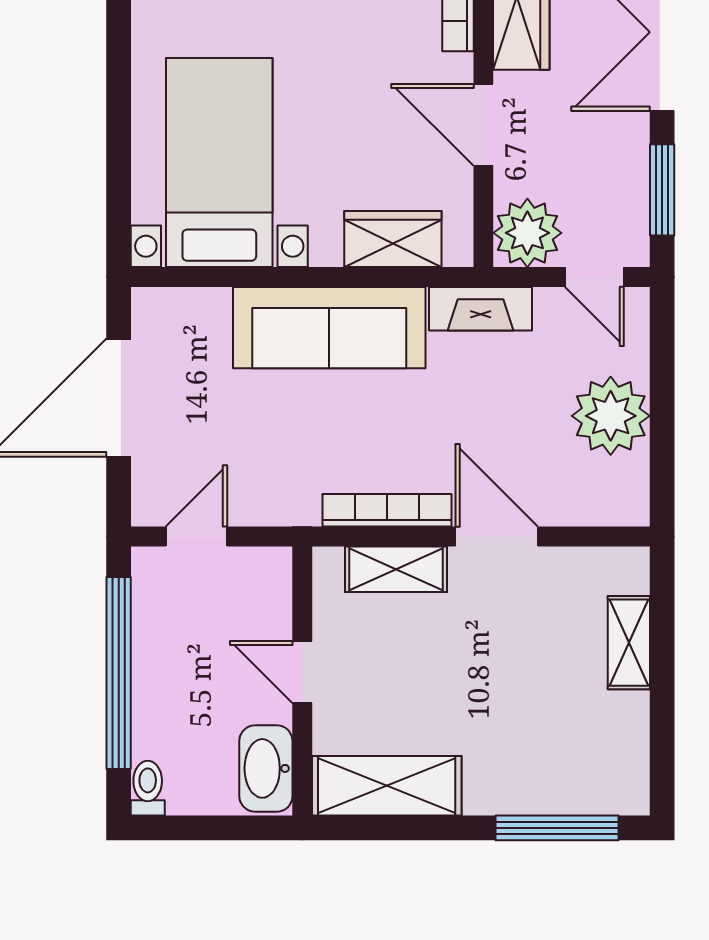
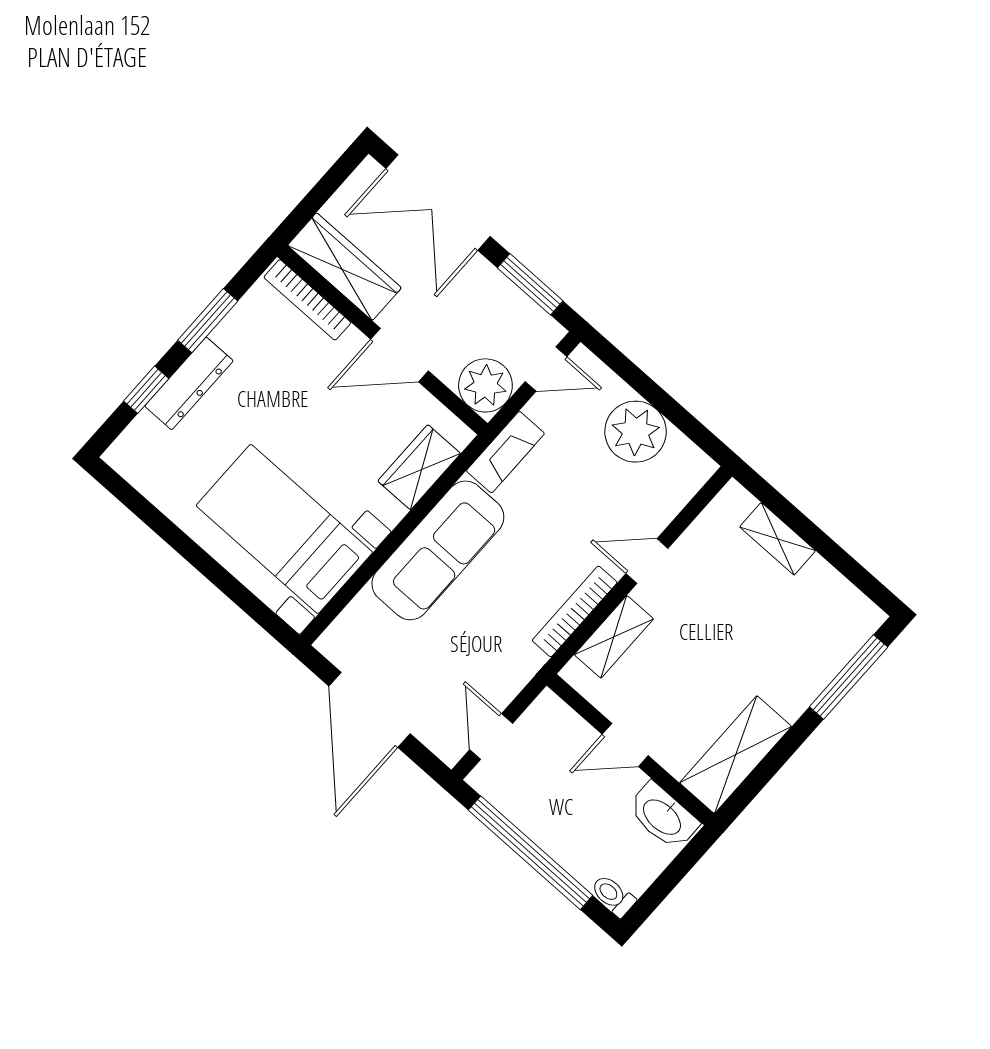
door: (497, 537) -> (647, 561), width x0.73

